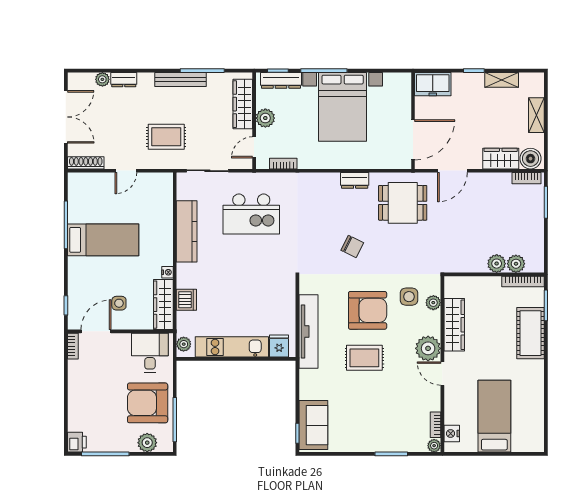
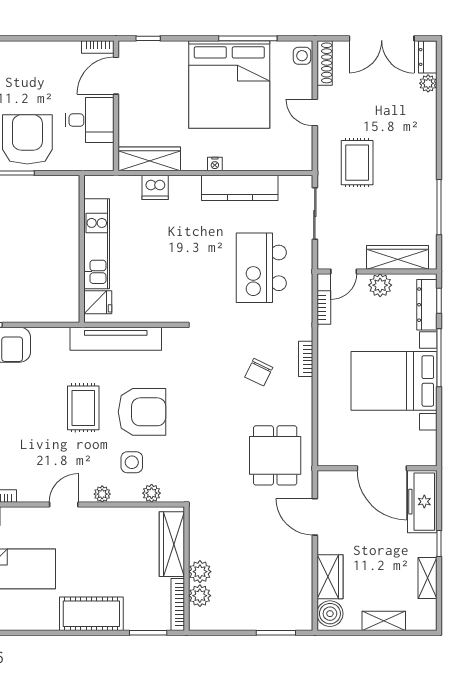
bench: (181, 79) -> (428, 180), removed
dresser: (124, 80) -> (428, 57), moved
freezer: (433, 84) -> (422, 502), width x1.40
door: (413, 140) -> (382, 468), moved
door: (254, 147) -> (344, 271), swing flipped
bookcase: (526, 178) -> (306, 359), moved
dresser: (355, 180) -> (303, 396), removed
bed: (103, 240) -> (229, 84), width x2.04
chair: (352, 246) -> (259, 372), moved
nightstand: (167, 272) -> (215, 164), moved
side table: (409, 297) -> (132, 462), moved
side table: (119, 303) -> (302, 56), moved
armchair: (368, 310) -> (142, 412), turned -90
wardrobe: (454, 325) -> (172, 544), moved, turned 90
door: (96, 331) -> (116, 76), swing flipped
cot: (531, 333) -> (91, 614), moved
plant: (184, 344) -> (100, 184), removed
plant: (428, 348) -> (102, 494), width x0.53, depth x0.53
desk: (150, 353) -> (90, 120), moved

